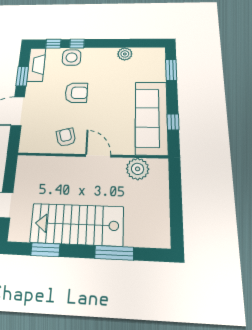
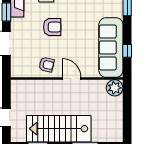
armchair: (66, 137) -> (46, 65), turned 118
plant: (138, 169) -> (115, 88), moved

